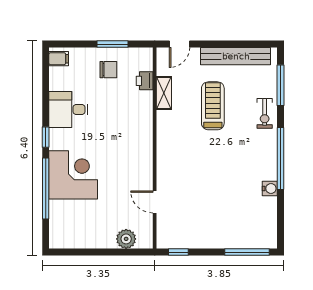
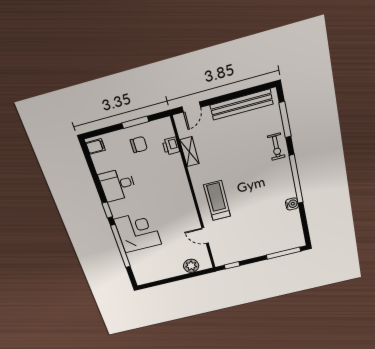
treadmill: (213, 106) -> (217, 201), moved

